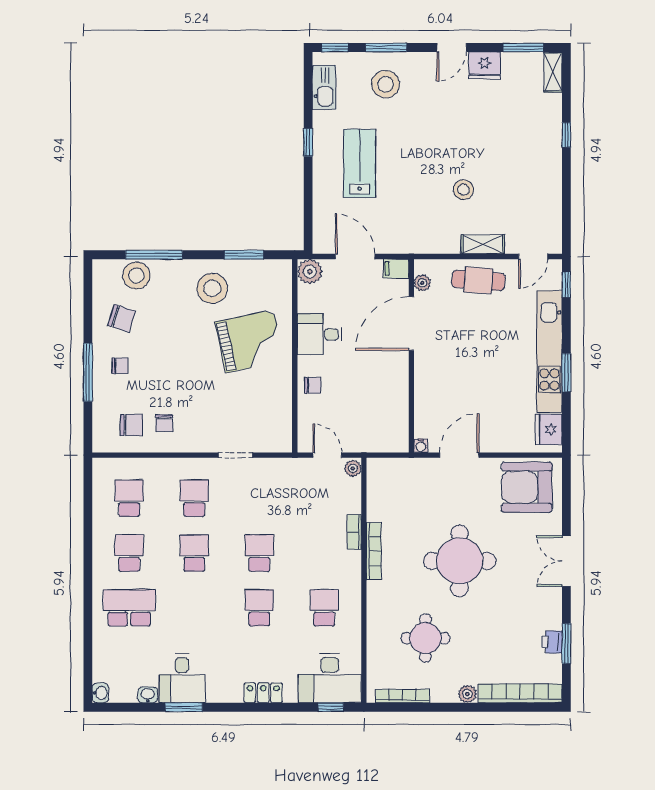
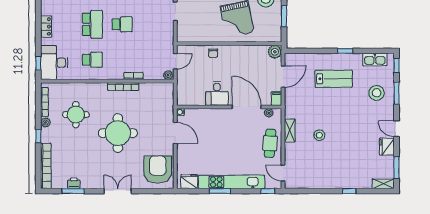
shelving: (483, 244) -> (290, 131), moved
desk: (319, 334) -> (217, 94), moved, turned 180
school desk: (259, 608) -> (92, 24), width x1.85
plant: (467, 694) -> (46, 123), moved
window: (465, 707) -> (38, 136), added

